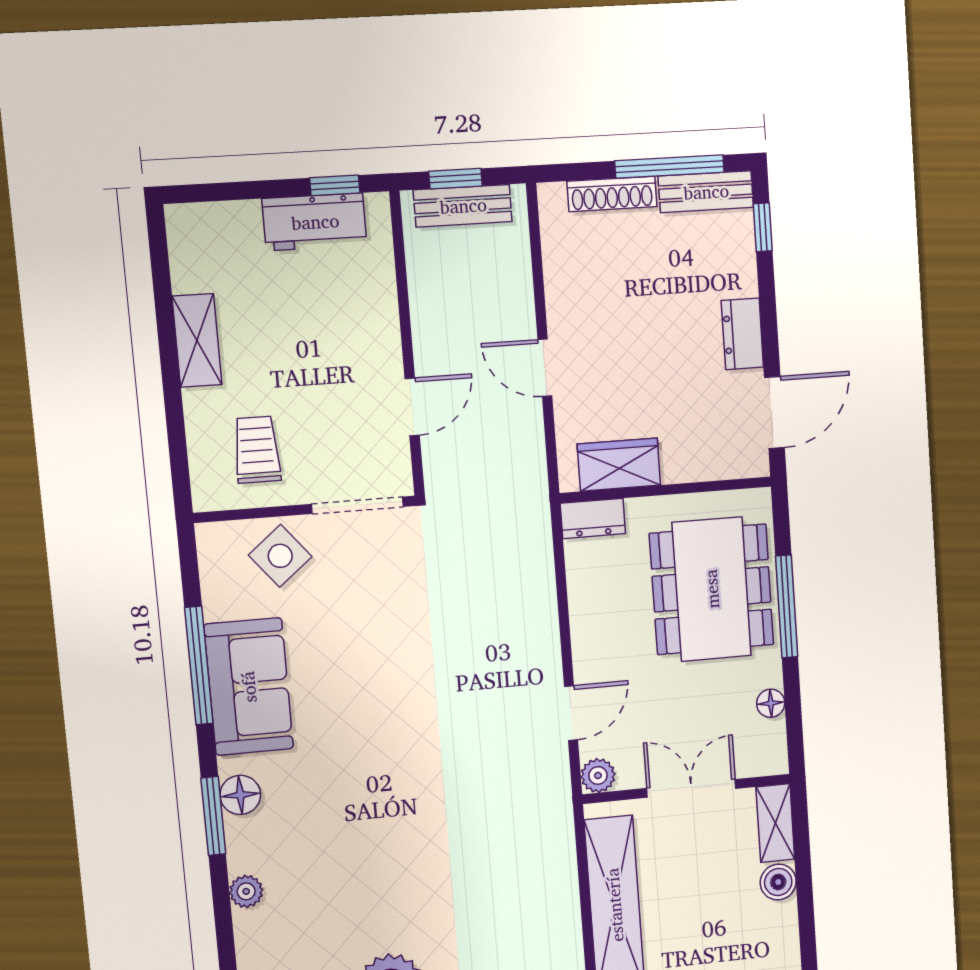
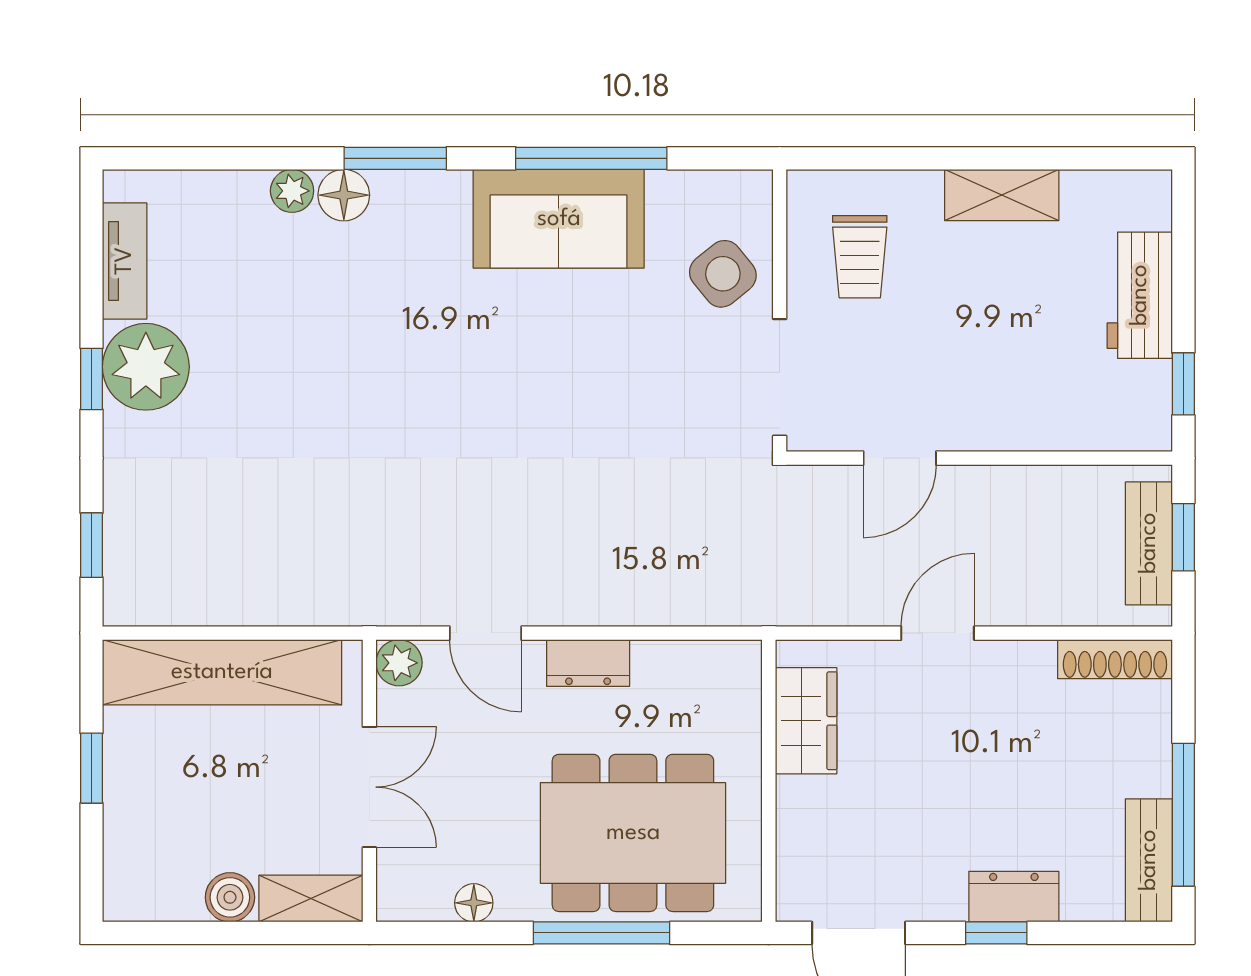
shoe rack: (612, 194) -> (1115, 659), moved, turned -90
workbench: (315, 222) -> (1140, 295), moved
window: (763, 227) -> (996, 933), moved
dresser: (742, 334) -> (1014, 897), moved
door: (412, 407) -> (900, 458), hinge flipped
trolley: (257, 450) -> (860, 257), turned 90
dresser: (593, 518) -> (588, 663), moved, turned -90
floor lamp: (240, 795) -> (344, 195), moved

